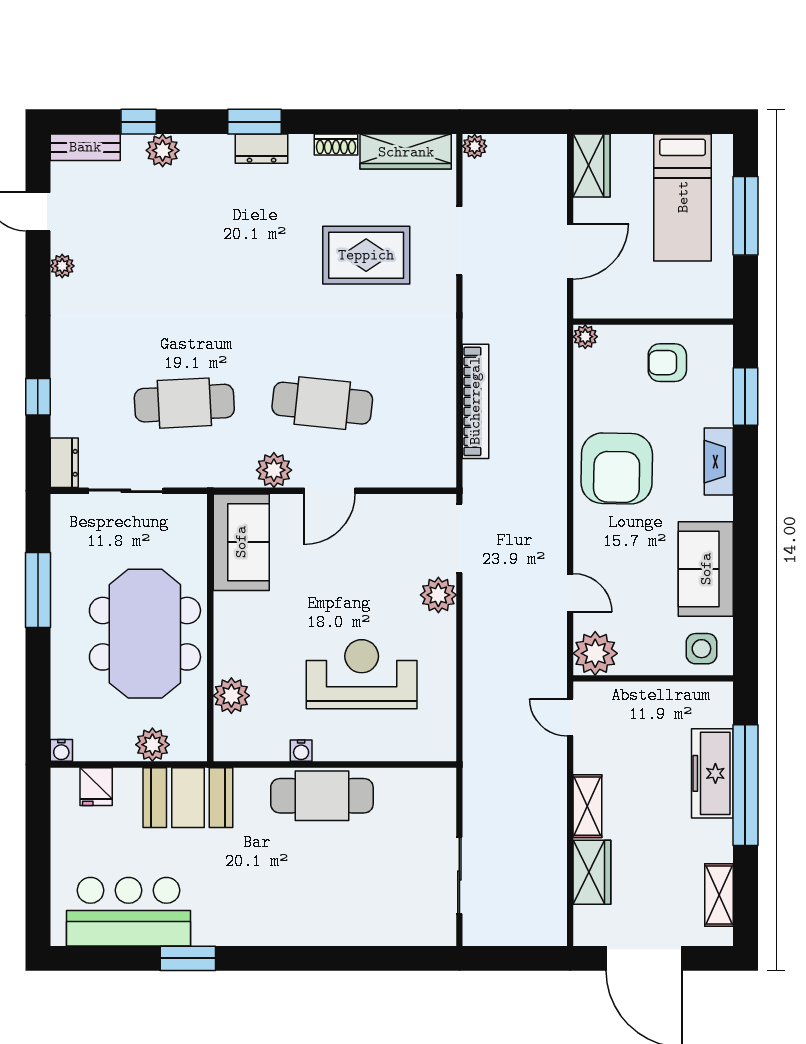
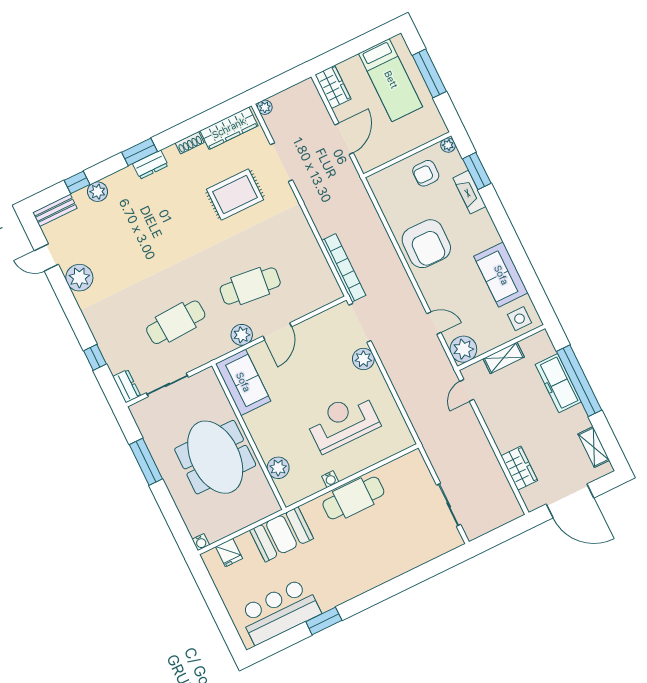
plant: (62, 266) -> (79, 278), width x1.87, depth x1.87
plant: (585, 337) -> (448, 145), moved
bookcase: (475, 401) -> (344, 268), moved
fireplace: (719, 462) -> (469, 192), moved
door: (570, 717) -> (467, 390), hinge flipped
plant: (152, 745) -> (248, 515), removed
shelving: (587, 806) -> (504, 358), moved, turned 90

